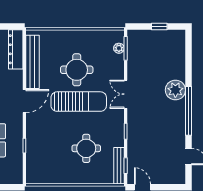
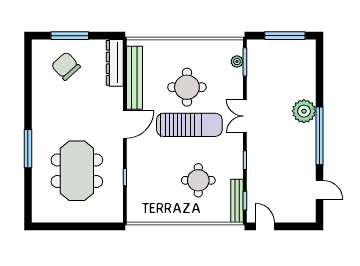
window: (159, 26) -> (285, 36), width x2.17

